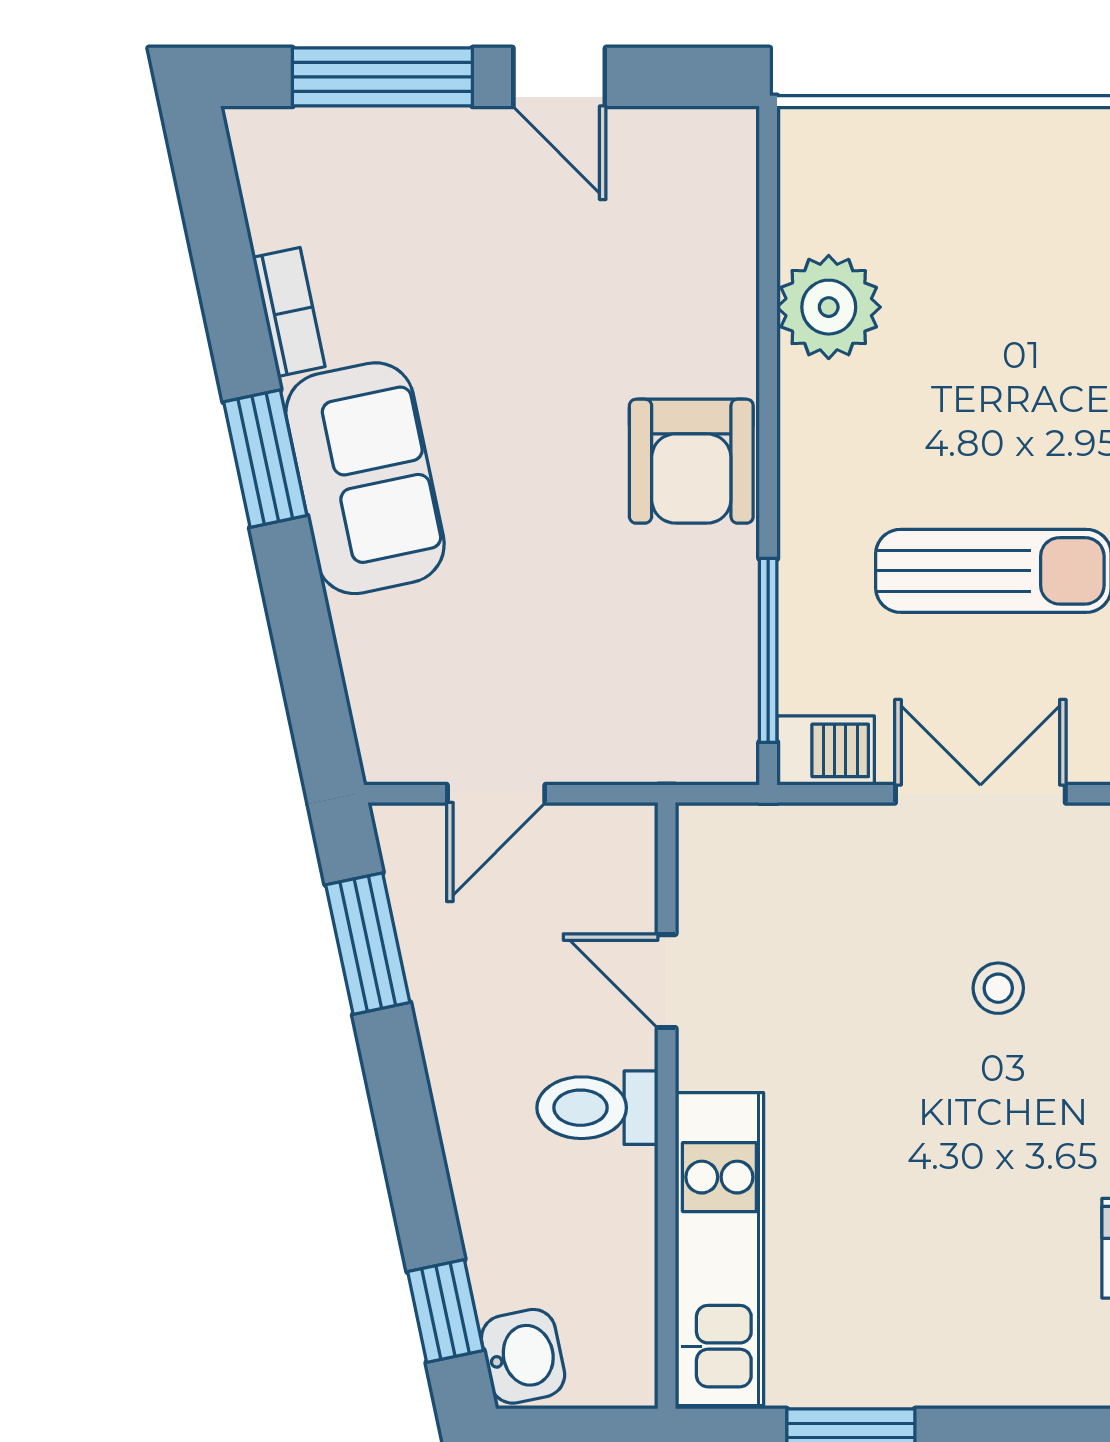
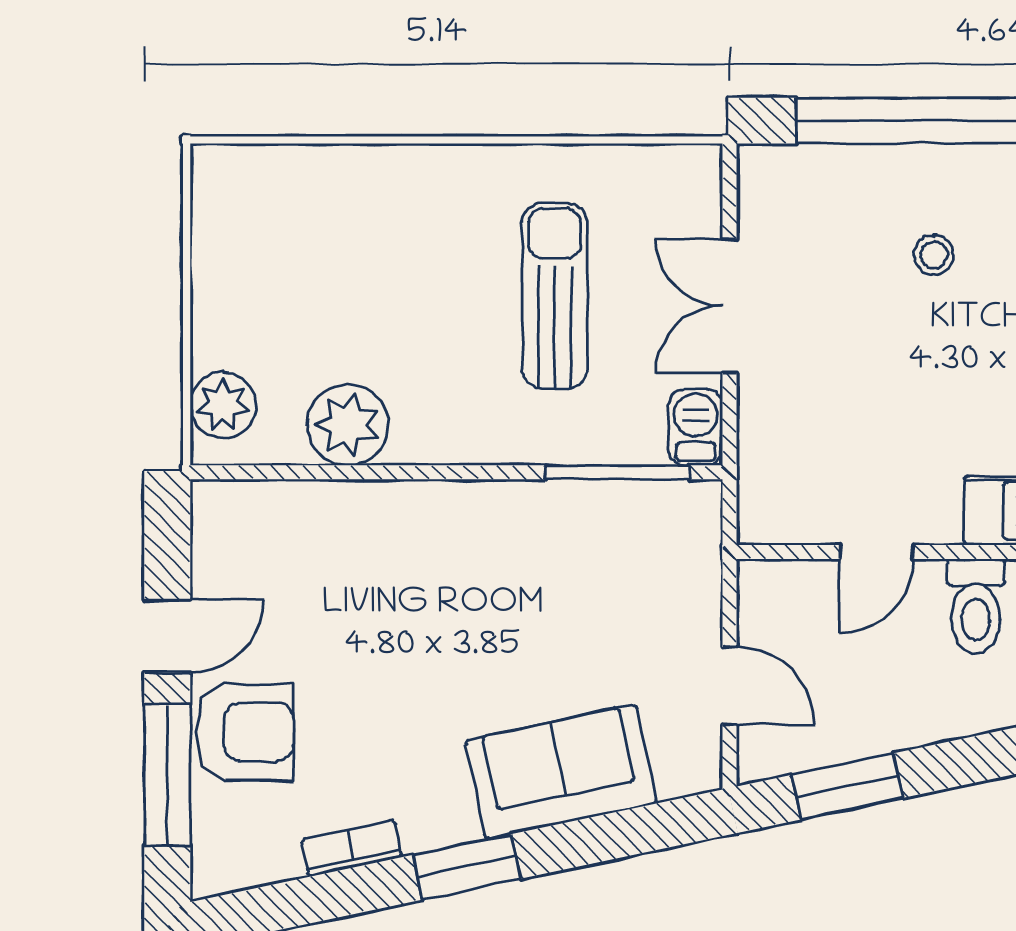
plant: (854, 148) -> (223, 405), added
armchair: (691, 461) -> (245, 732), moved
sofa: (365, 478) -> (561, 772), moved
stool: (998, 988) -> (934, 255), moved

